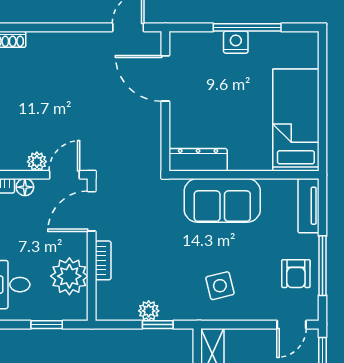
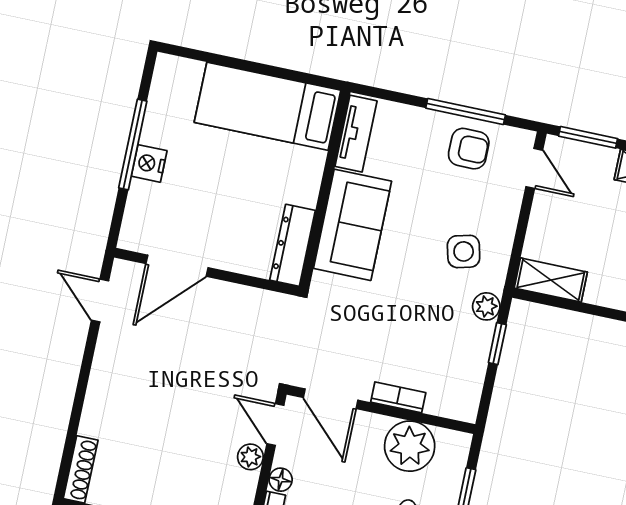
tv unit: (308, 206) -> (356, 134), moved, turned -90
plant: (149, 311) -> (486, 306), moved

